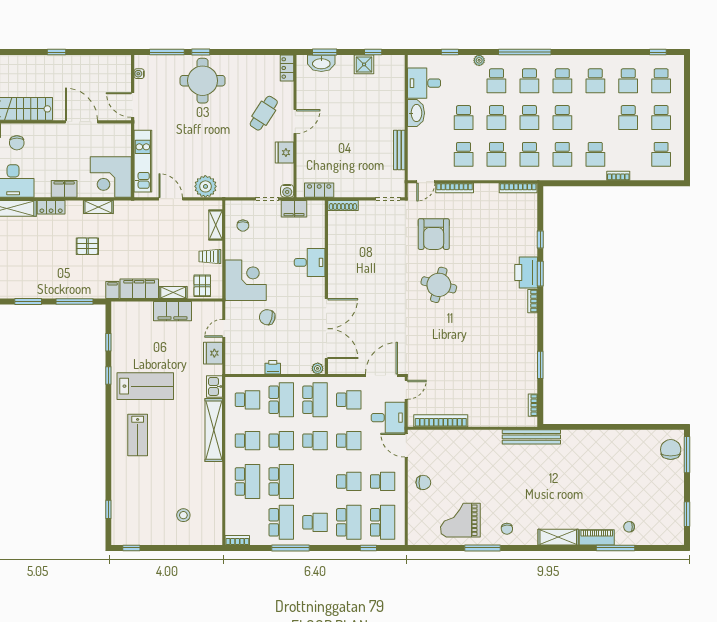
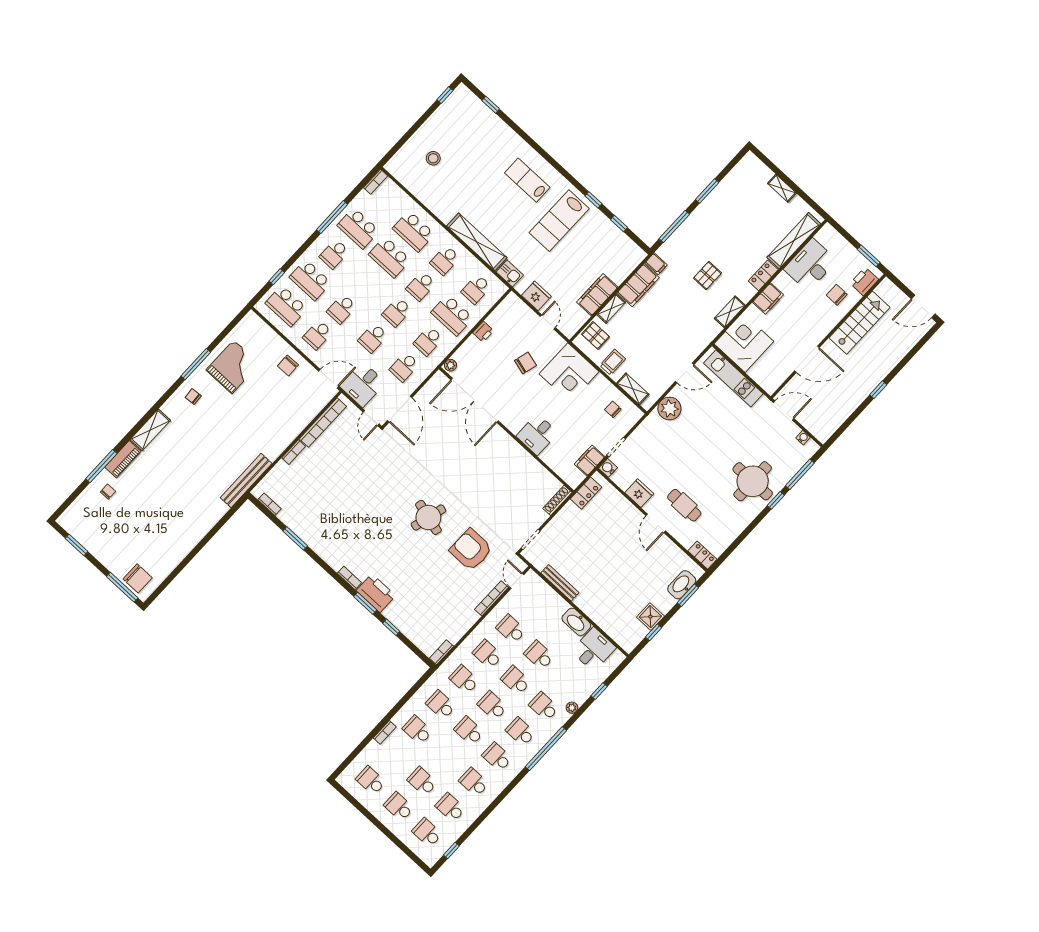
cafe table: (264, 113) -> (684, 505), turned -33
bookcase: (518, 188) -> (442, 652), width x0.64
school desk: (315, 400) -> (428, 341), width x0.54
bookcase: (481, 422) -> (294, 452), added

